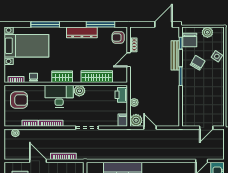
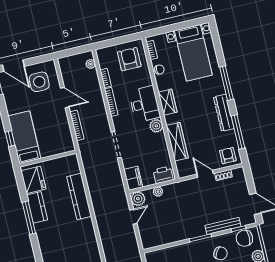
window: (45, 24) -> (226, 83), moved
armchair: (19, 100) -> (129, 59), turned 180
filing cabinet: (123, 120) -> (133, 178), width x2.00
door: (38, 161) -> (65, 98), hinge flipped

